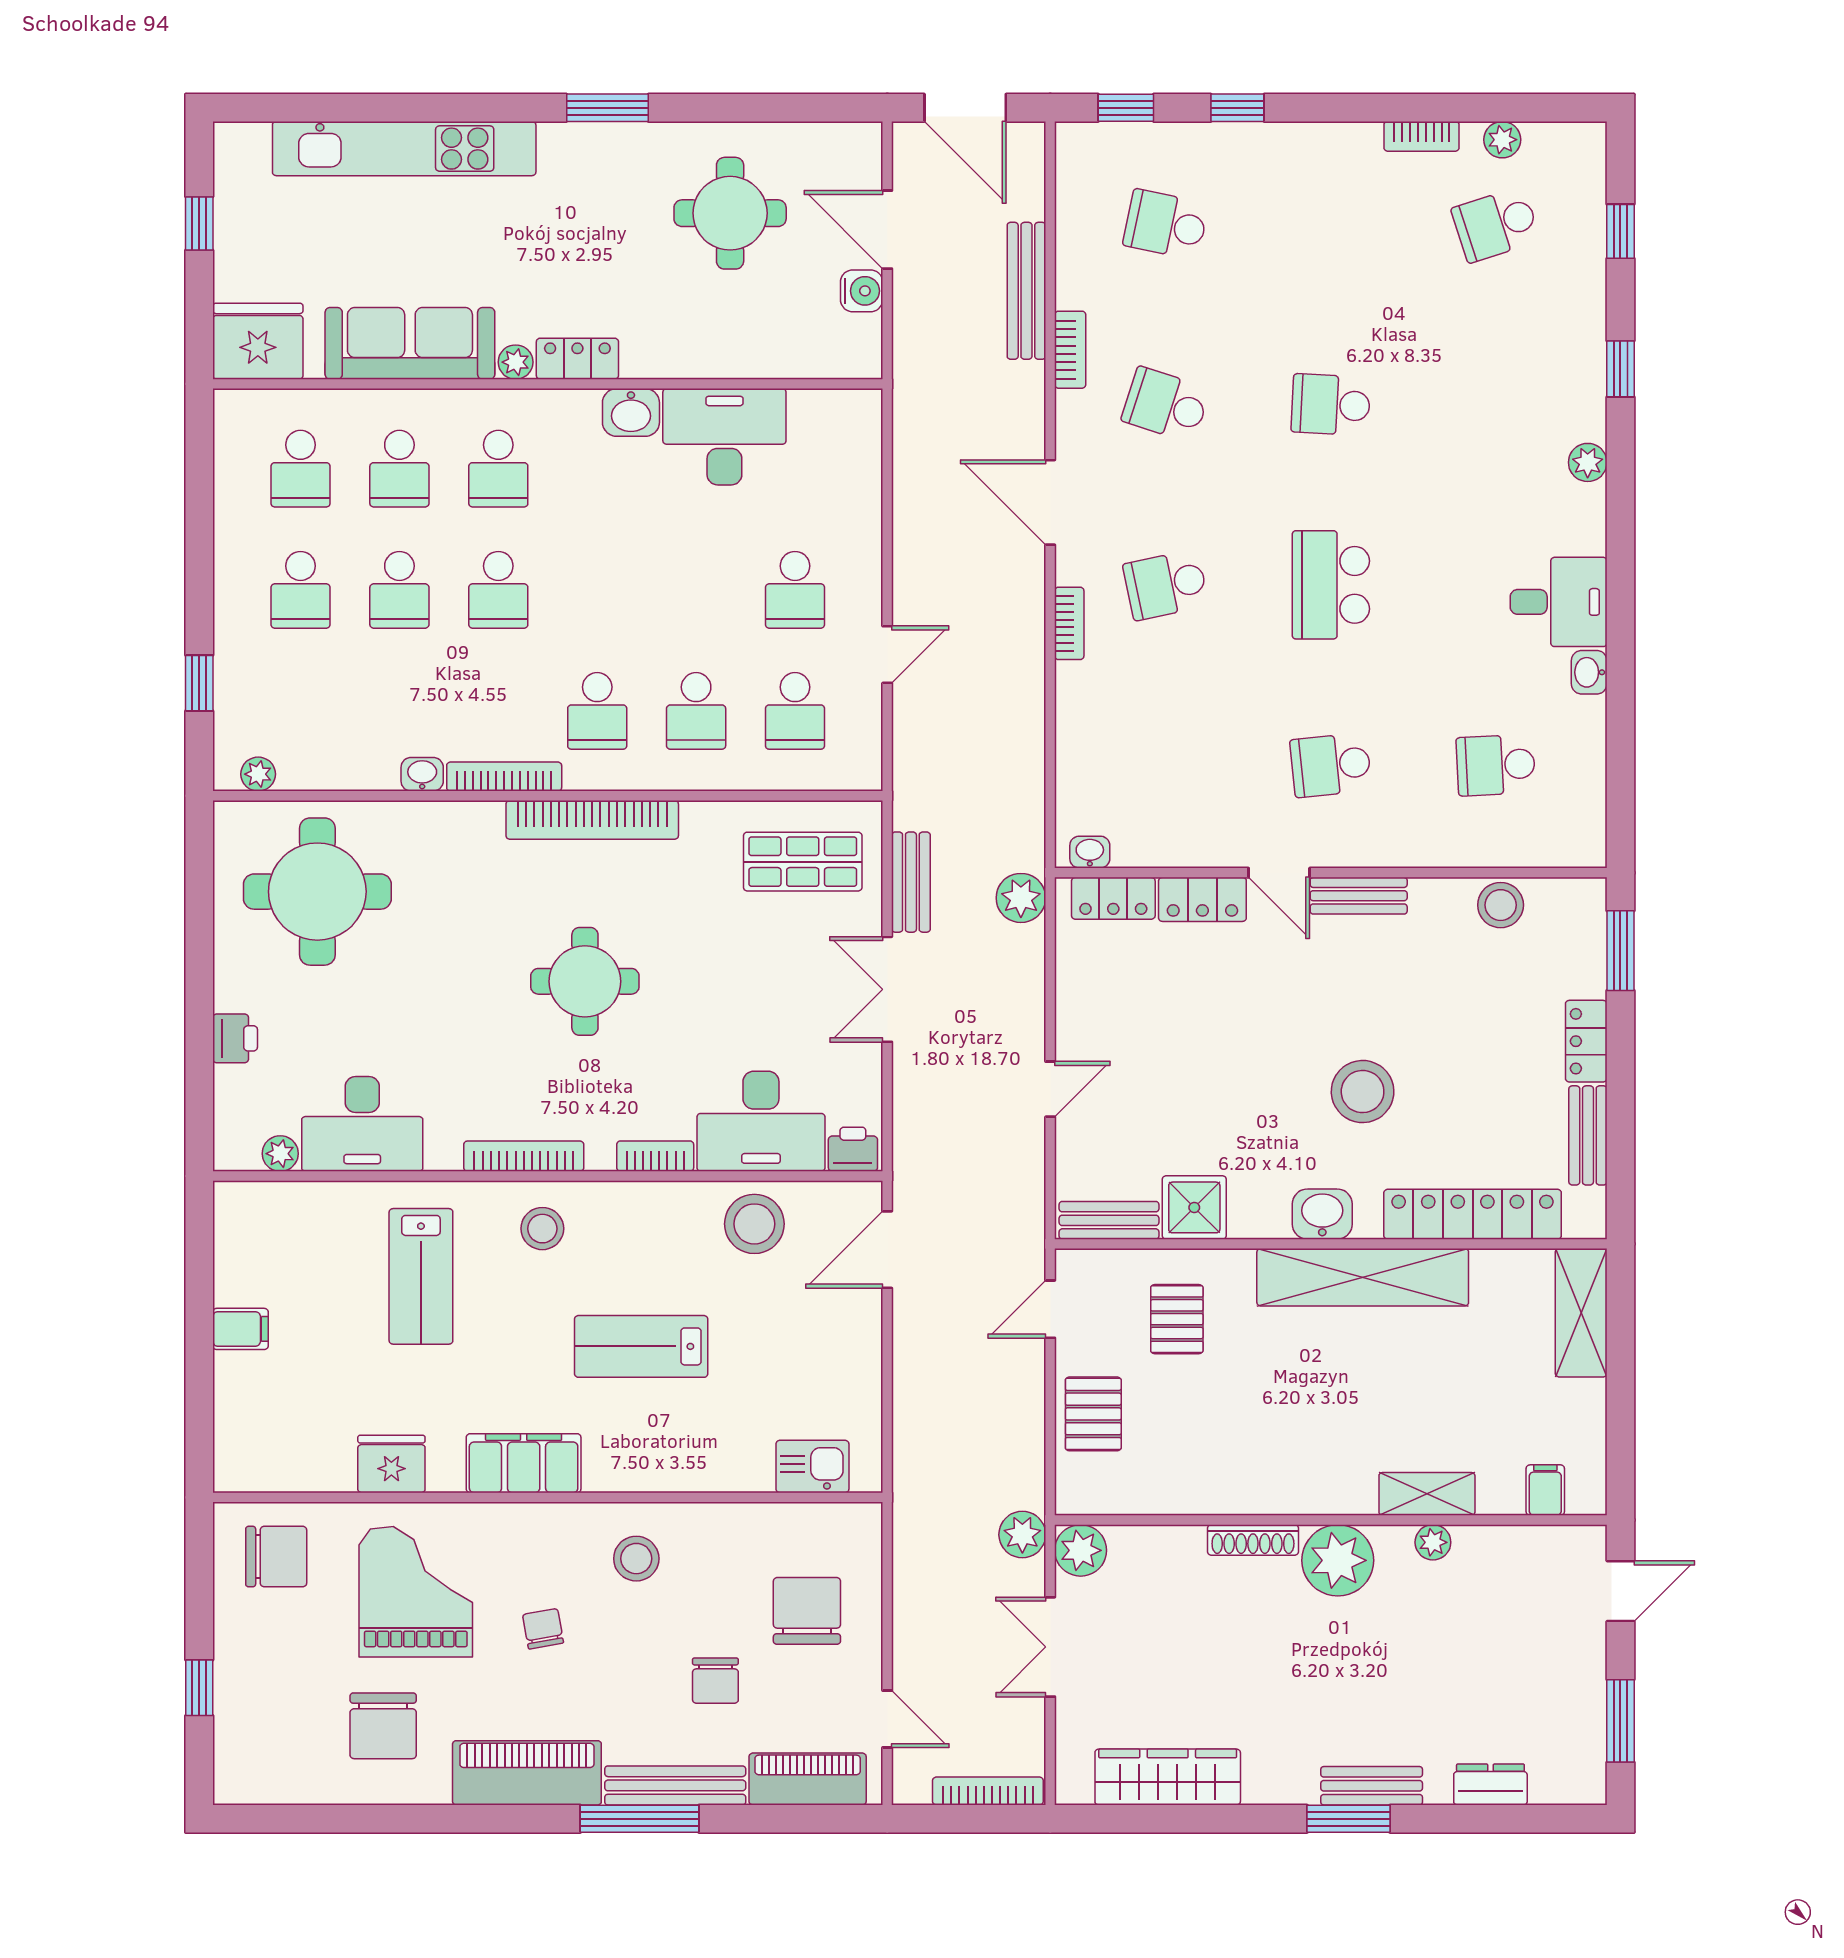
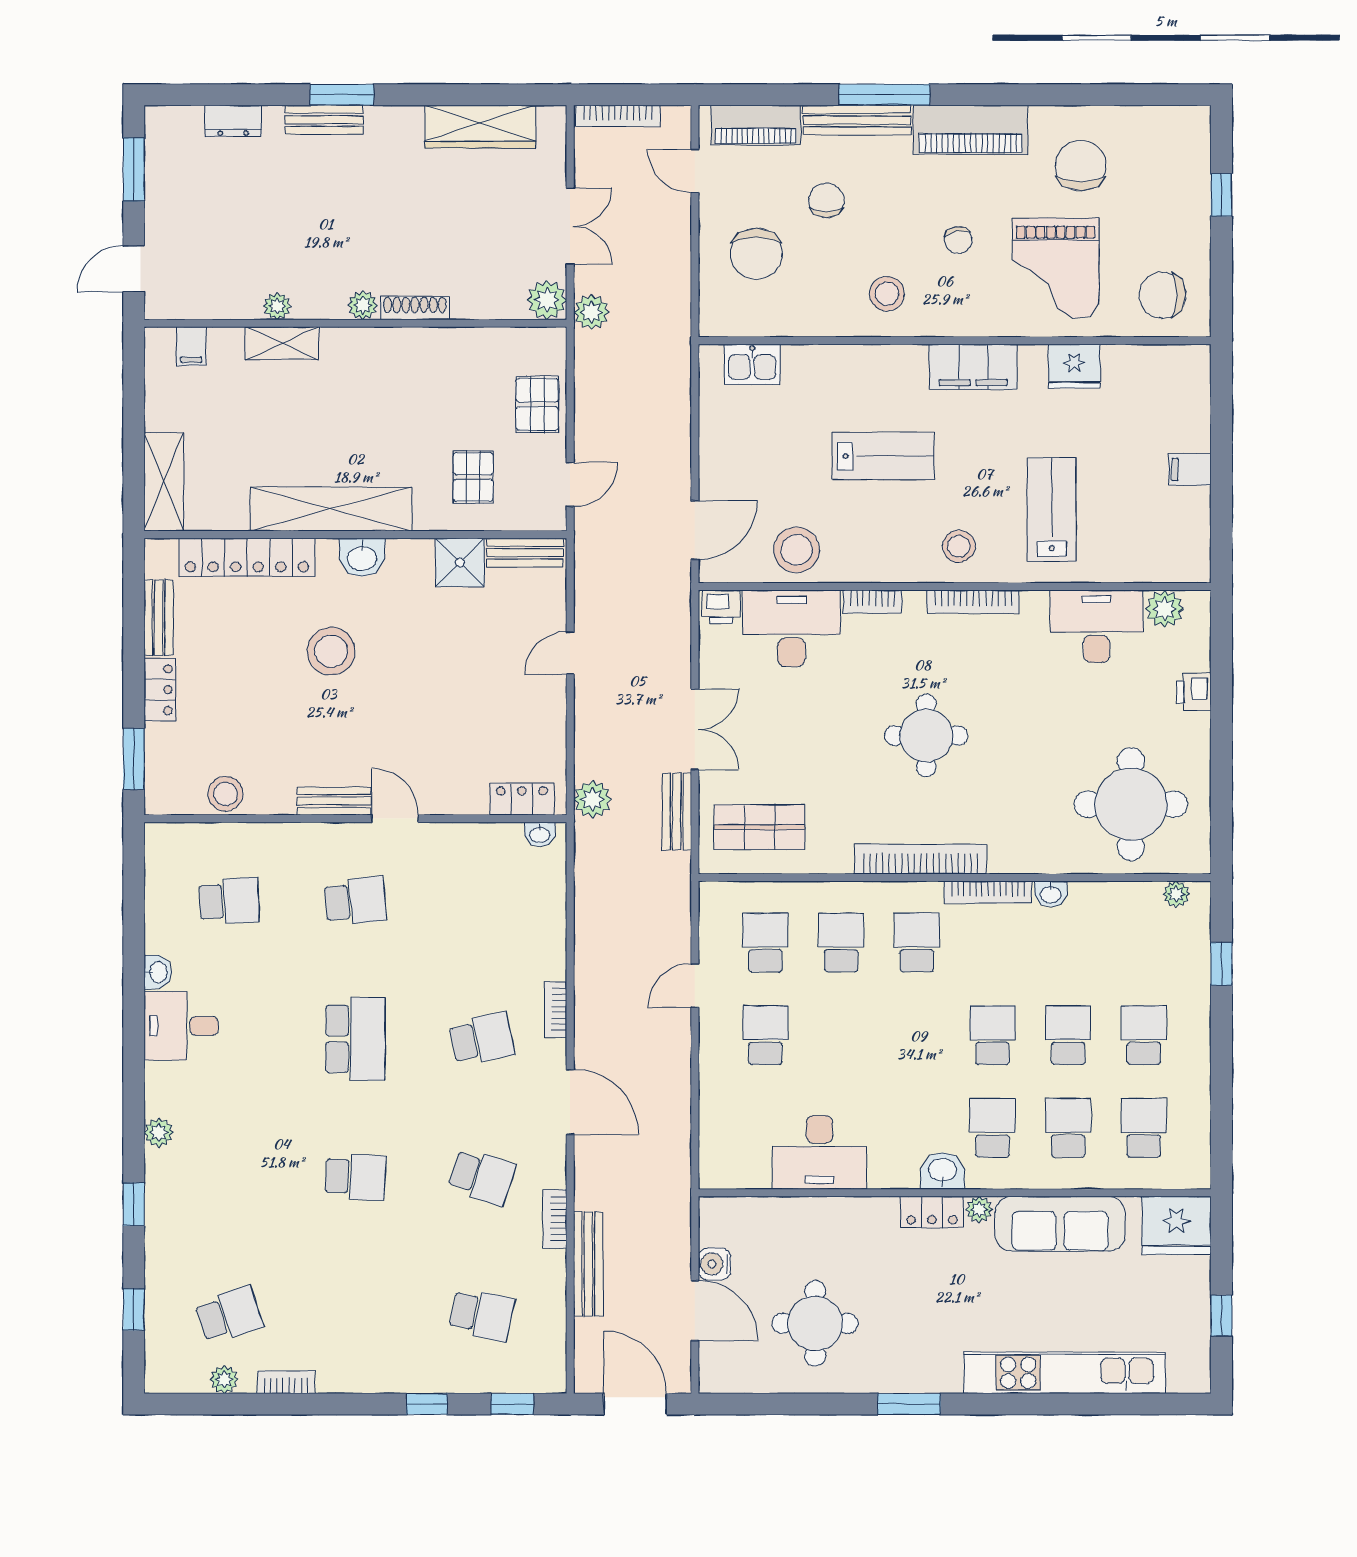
washbasin: (631, 412) -> (943, 1171), moved
locker: (1202, 899) -> (454, 798), removed
plant: (280, 1154) -> (1165, 609), width x1.38, depth x1.38
plant: (1338, 1560) -> (363, 305), width x0.53, depth x0.53

